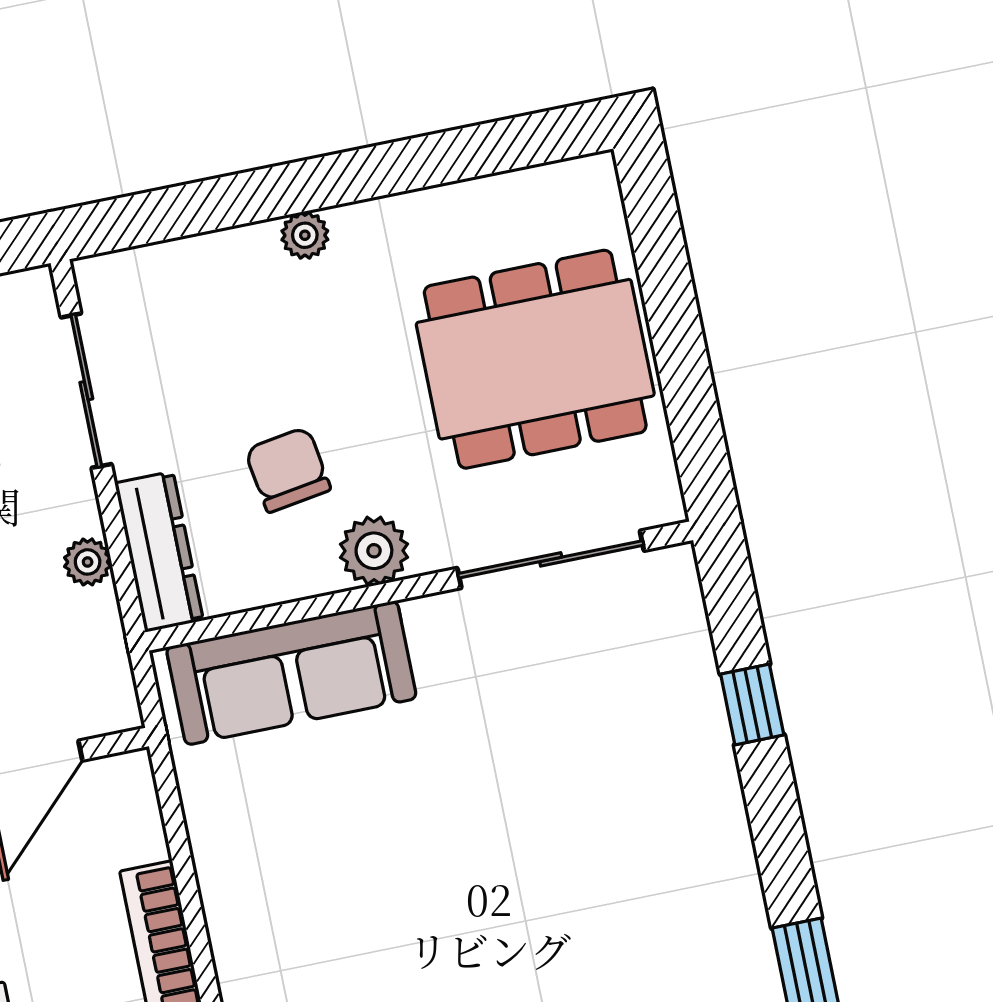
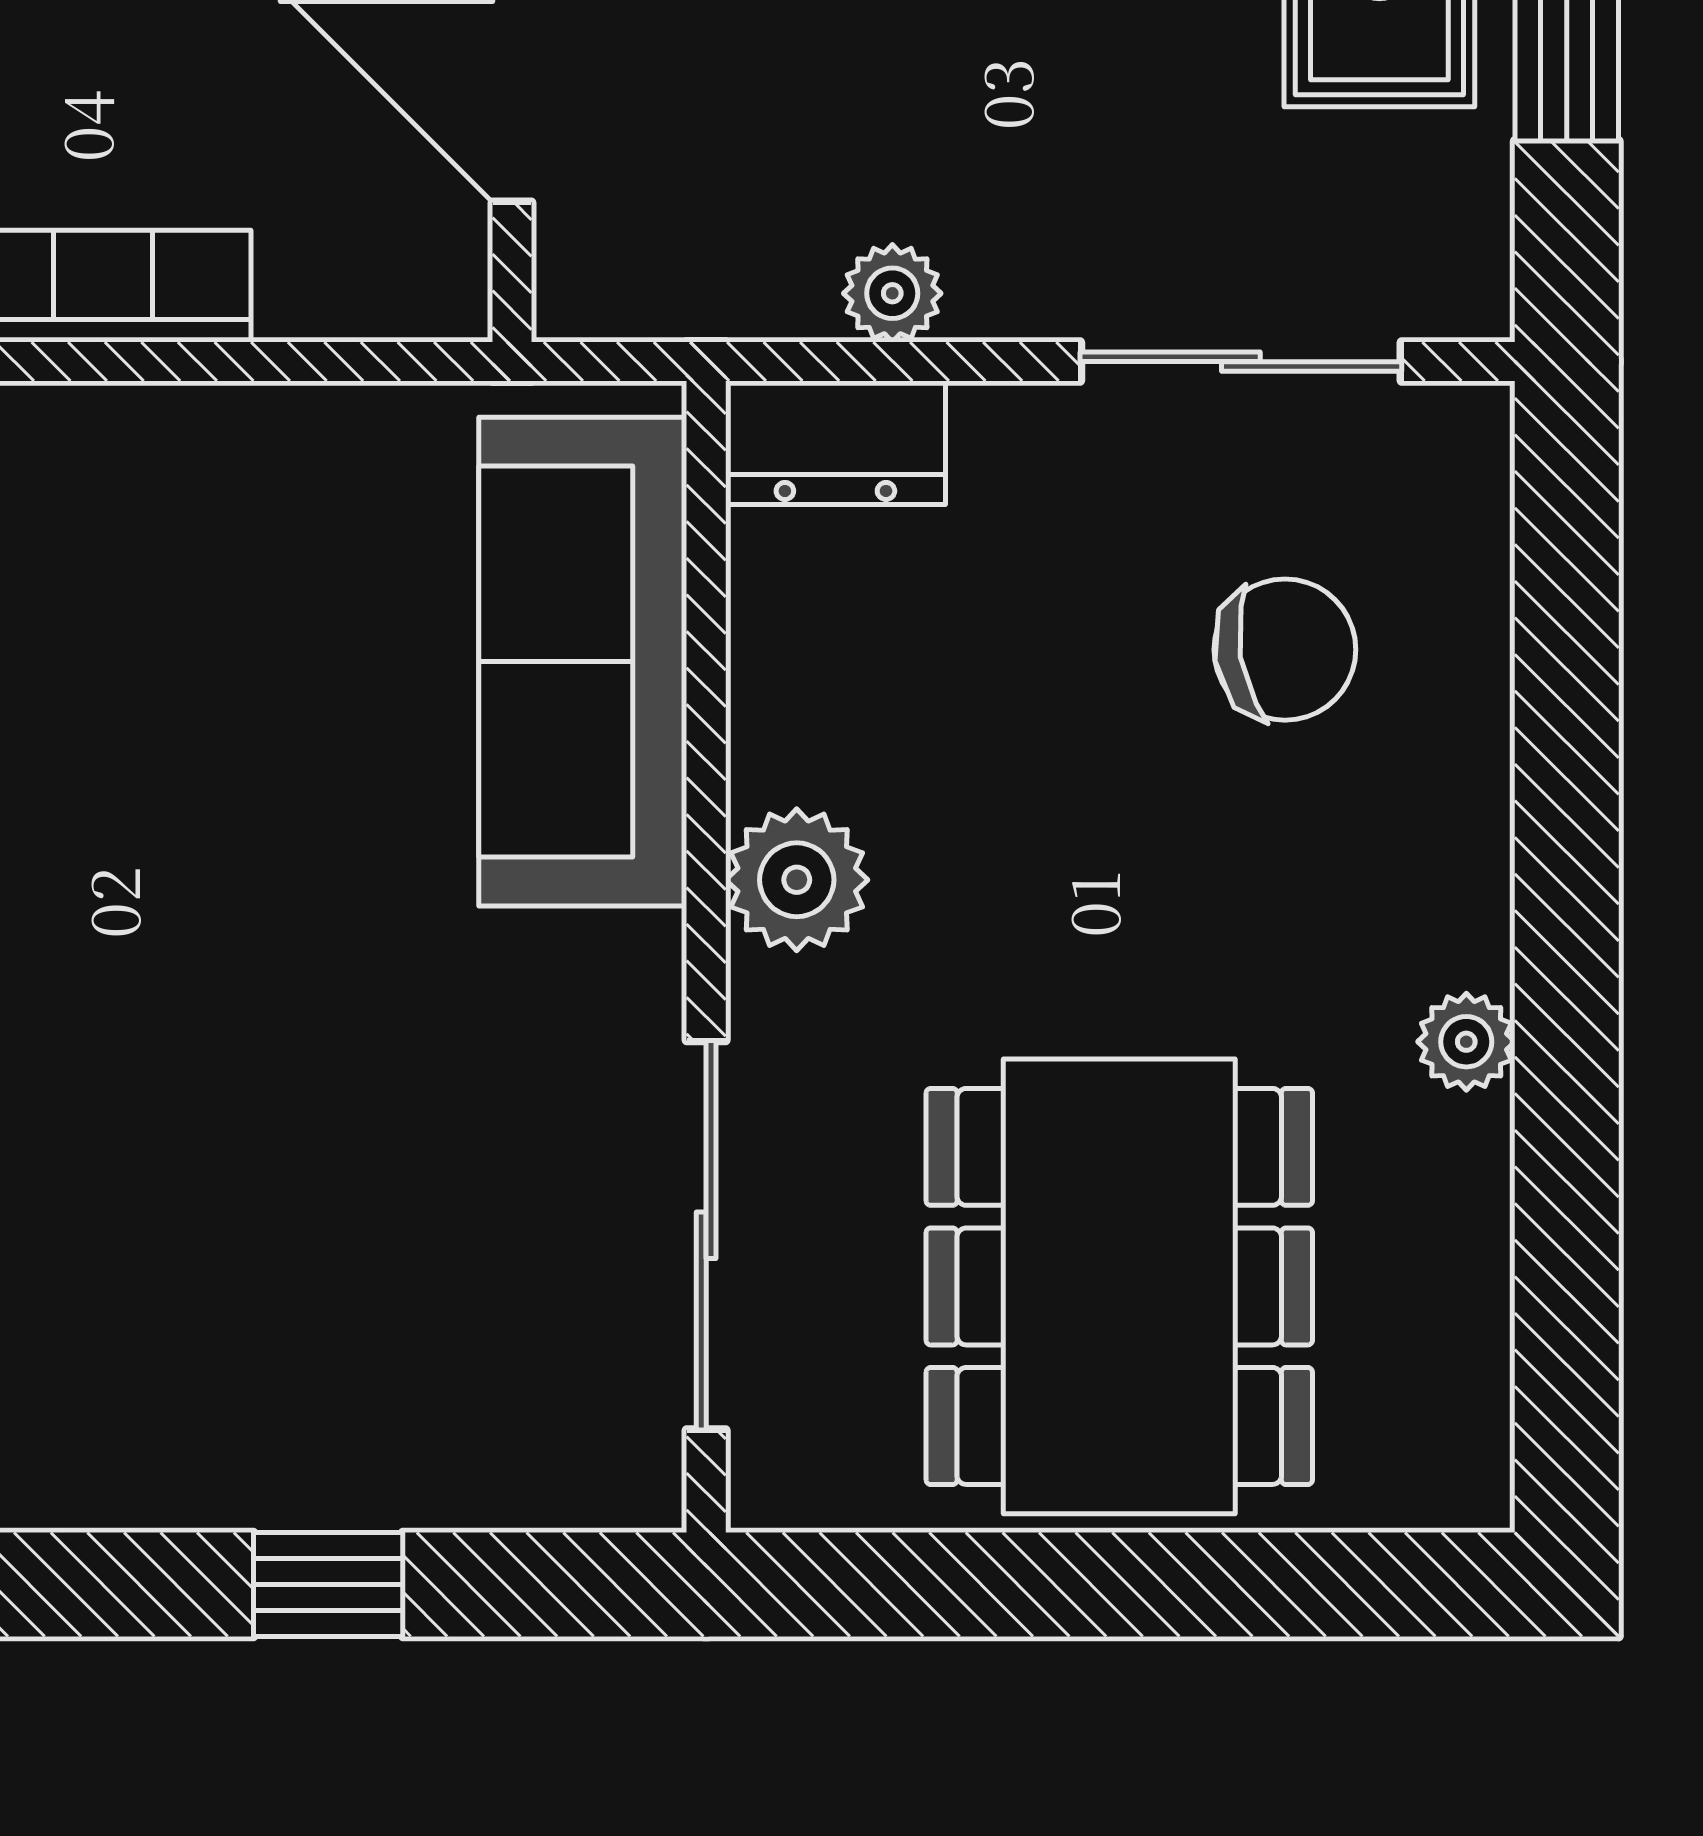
plant: (305, 235) -> (1466, 1042), moved
chair: (288, 470) -> (1285, 650), moved
dresser: (159, 552) -> (835, 443), width x0.70

